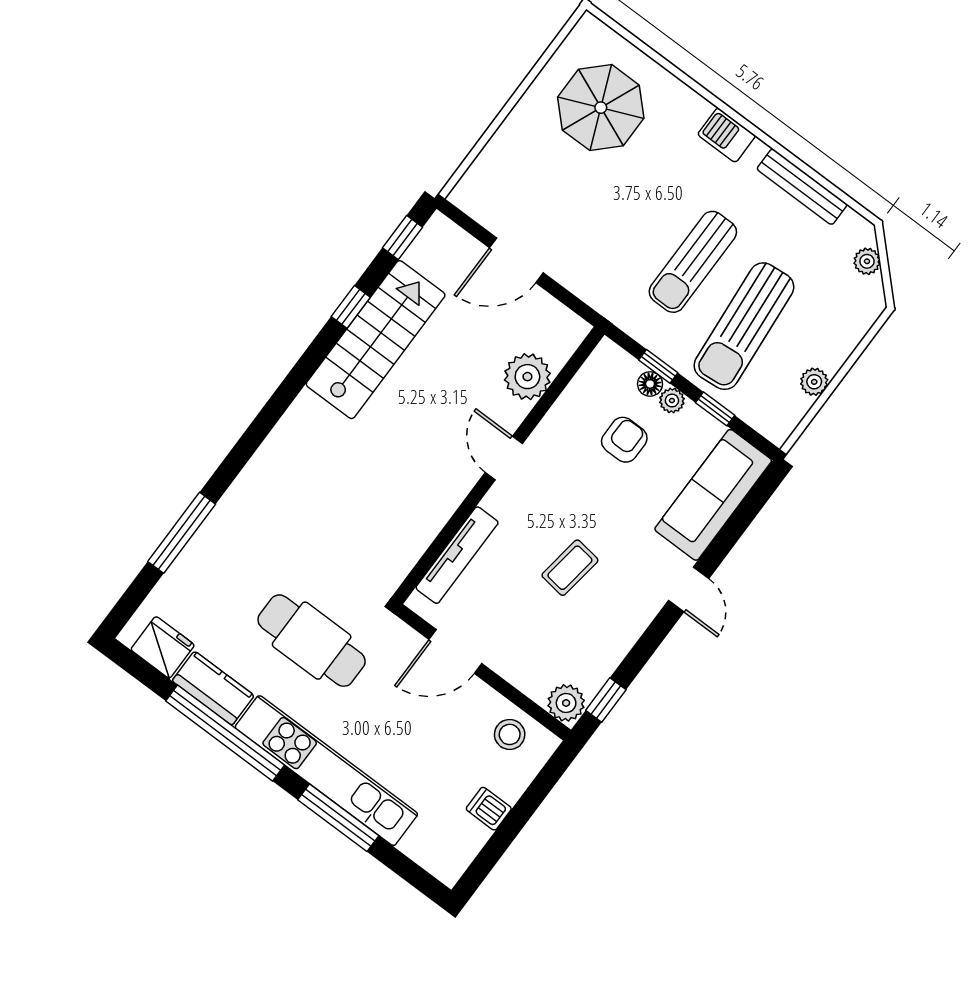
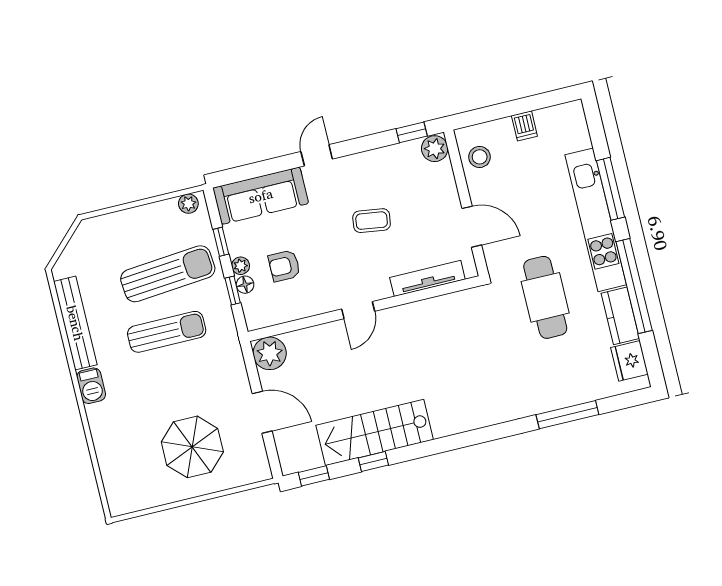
parasol: (601, 108) -> (192, 447), moved
bench: (802, 187) -> (75, 323), width x1.37, depth x1.21
plant: (867, 261) -> (72, 254), removed
plant: (527, 377) -> (270, 353), moved
plant: (814, 382) -> (188, 204), moved

